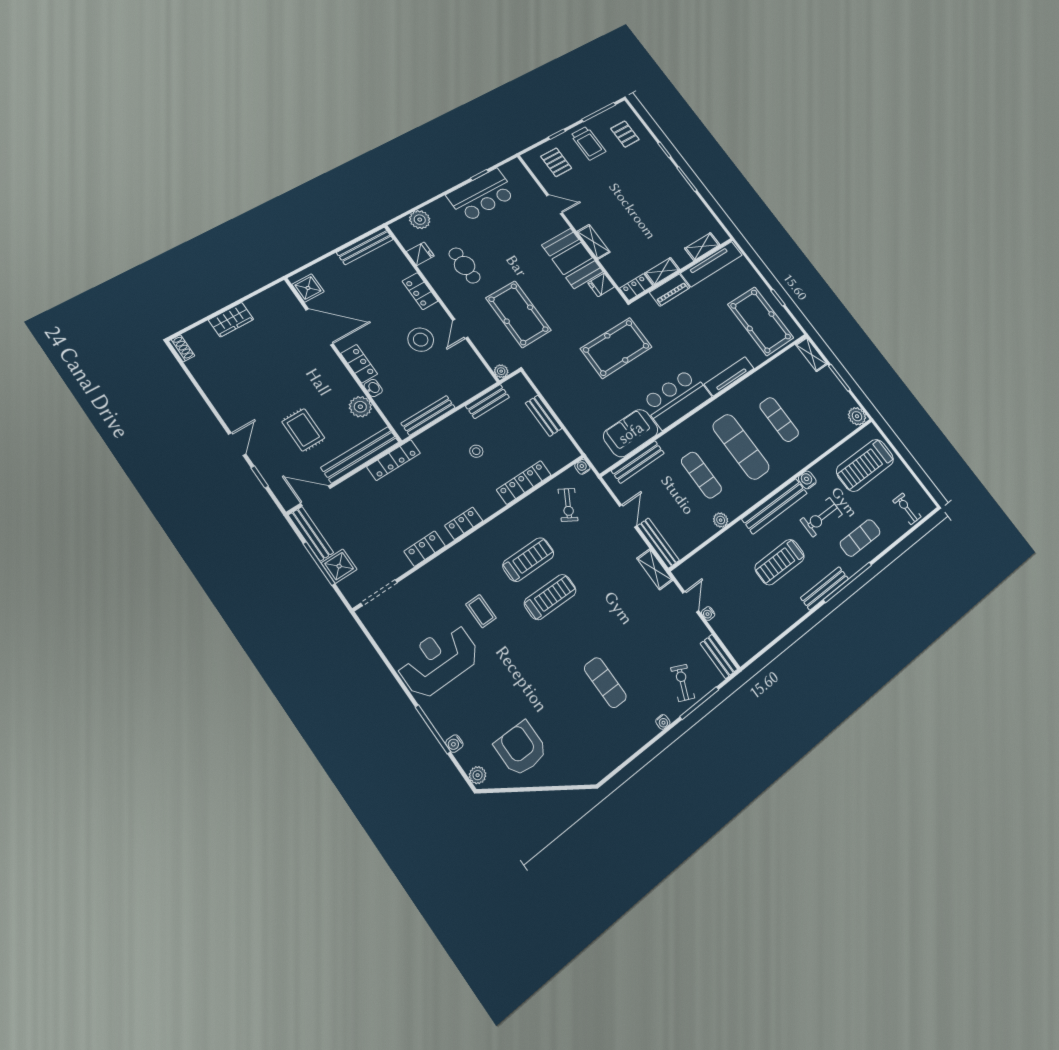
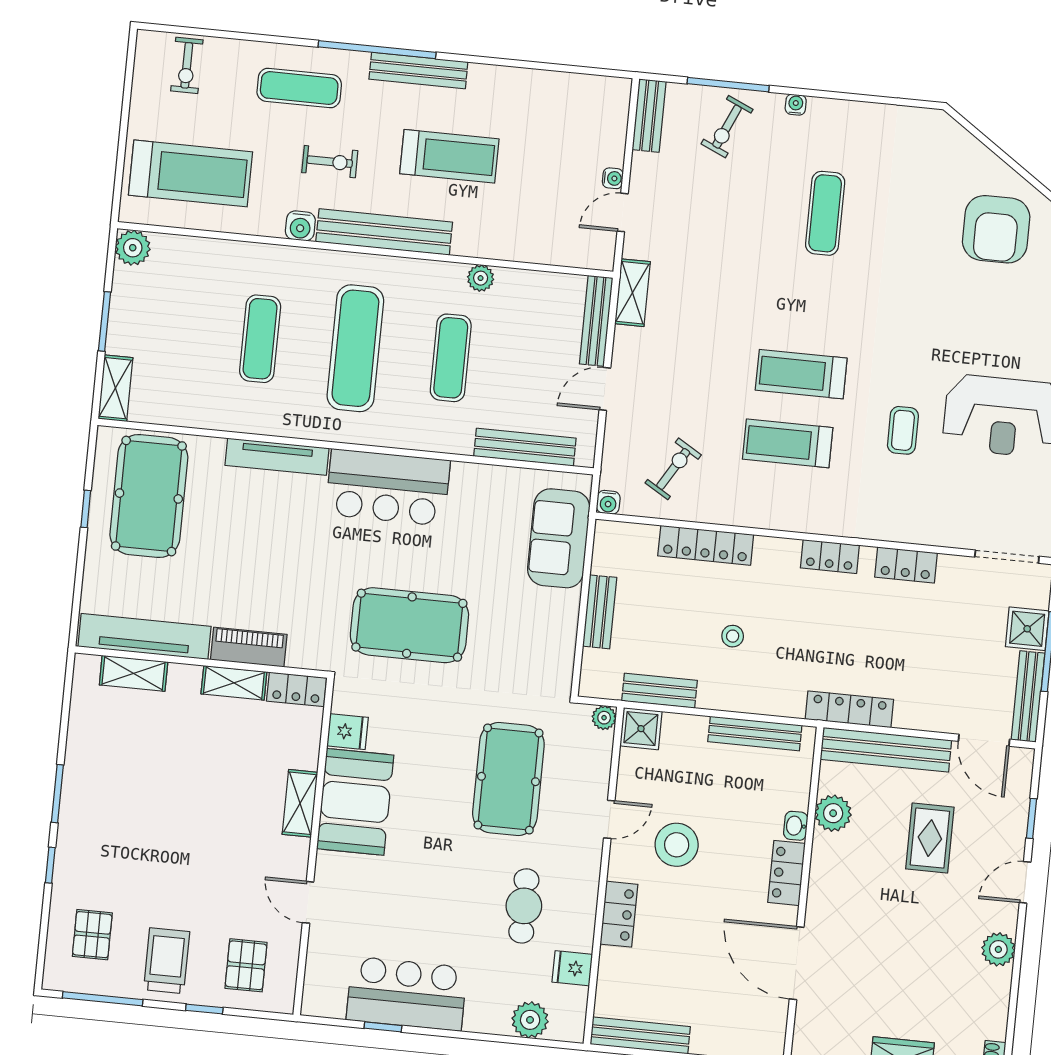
shower: (308, 288) -> (641, 729), moved
plant: (224, 403) -> (998, 949), added
sofa: (631, 433) -> (559, 538), moved, turned 90
exercise bike: (821, 517) -> (330, 162), width x0.73, depth x0.72

